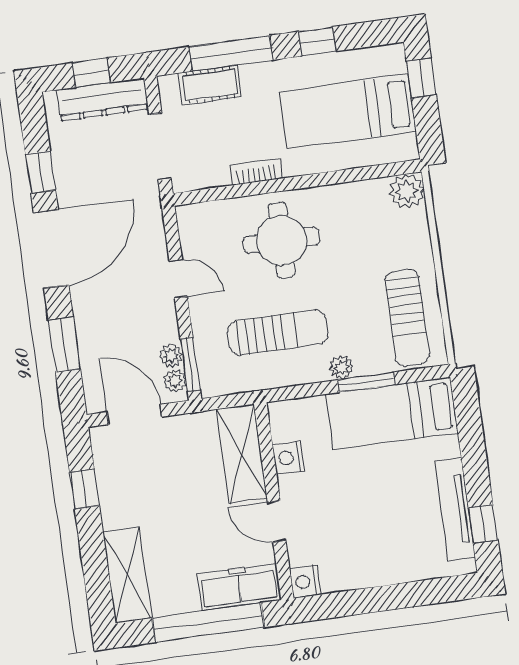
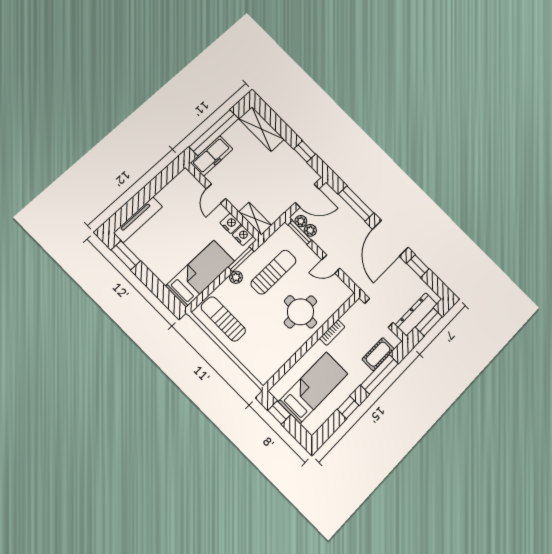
window: (91, 73) -> (429, 322), width x1.50
window: (421, 78) -> (279, 412), moved
plant: (407, 191) -> (263, 373), removed
sun lounger: (278, 333) -> (274, 272), turned 180
window: (64, 345) -> (356, 203), width x1.44
window: (366, 382) -> (241, 259), moved
shelving: (242, 454) -> (255, 219), width x0.67, depth x0.75
tv unit: (455, 509) -> (138, 220), moved, turned 90
door: (277, 521) -> (216, 194), swing flipped
window: (483, 524) -> (126, 255), width x1.50
nightstand: (305, 581) -> (243, 235), moved

